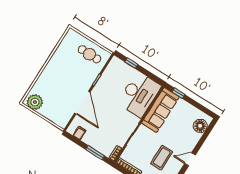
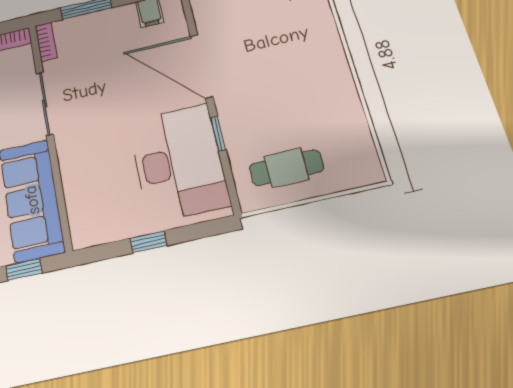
window: (131, 63) -> (149, 242), moved
desk: (139, 94) -> (178, 163), moved, turned 180

